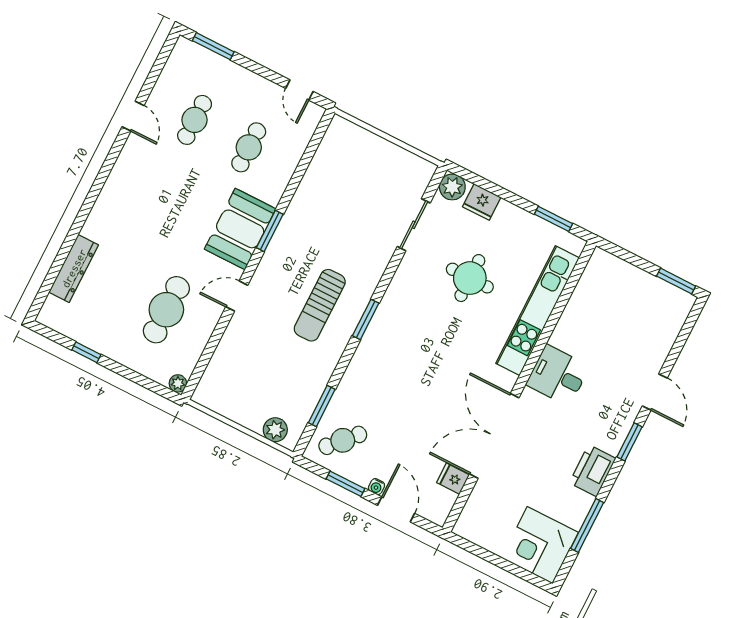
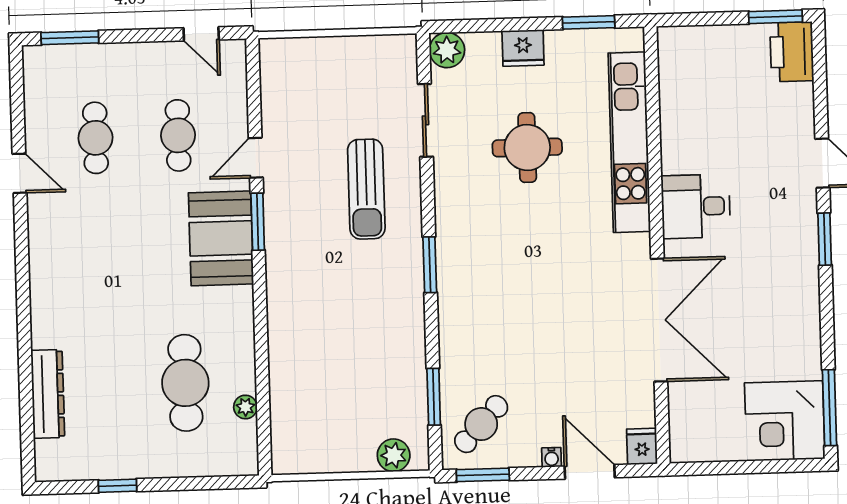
fridge: (482, 202) -> (523, 48), moved
door: (237, 296) -> (256, 158), moved
sun lounger: (320, 305) -> (366, 189), moved
plant: (178, 383) -> (245, 407), moved
double door: (494, 436) -> (659, 320), swing flipped
printer: (593, 471) -> (792, 52), moved
fridge: (453, 479) -> (642, 446), moved, turned 90
window: (345, 484) -> (483, 475), moved
window: (587, 526) -> (830, 408), moved

